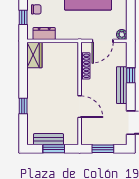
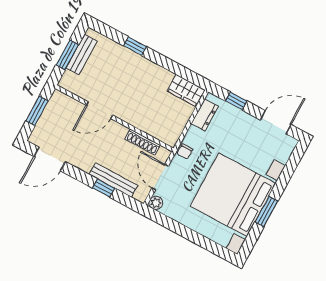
chair: (36, 9) -> (185, 152), moved
bench: (122, 85) -> (113, 180), moved

